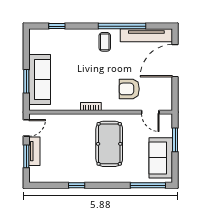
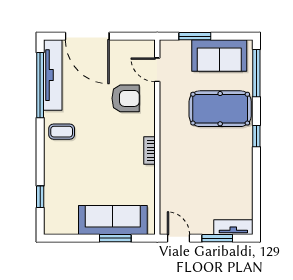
window: (122, 26) -> (40, 85), moved
armchair: (129, 89) -> (126, 98), turned -90
door: (150, 112) -> (157, 70), swing flipped
pool table: (109, 144) -> (220, 109), moved
tv unit: (34, 151) -> (233, 227), moved
window: (77, 185) -> (256, 136), moved

